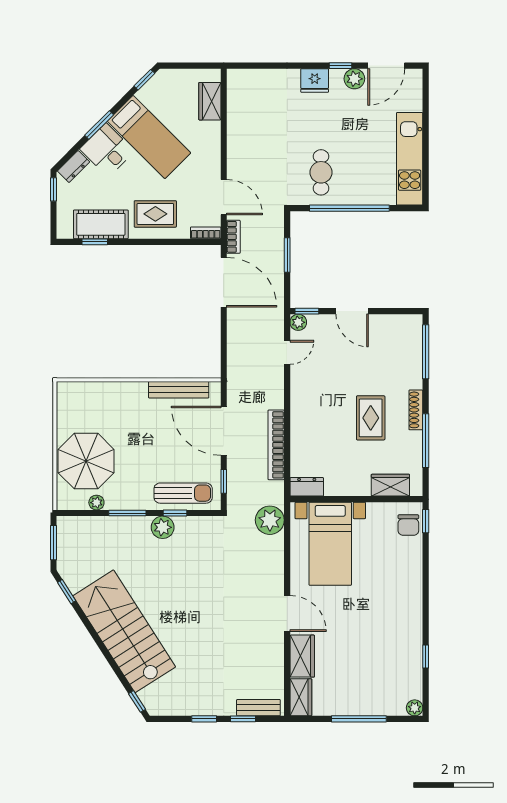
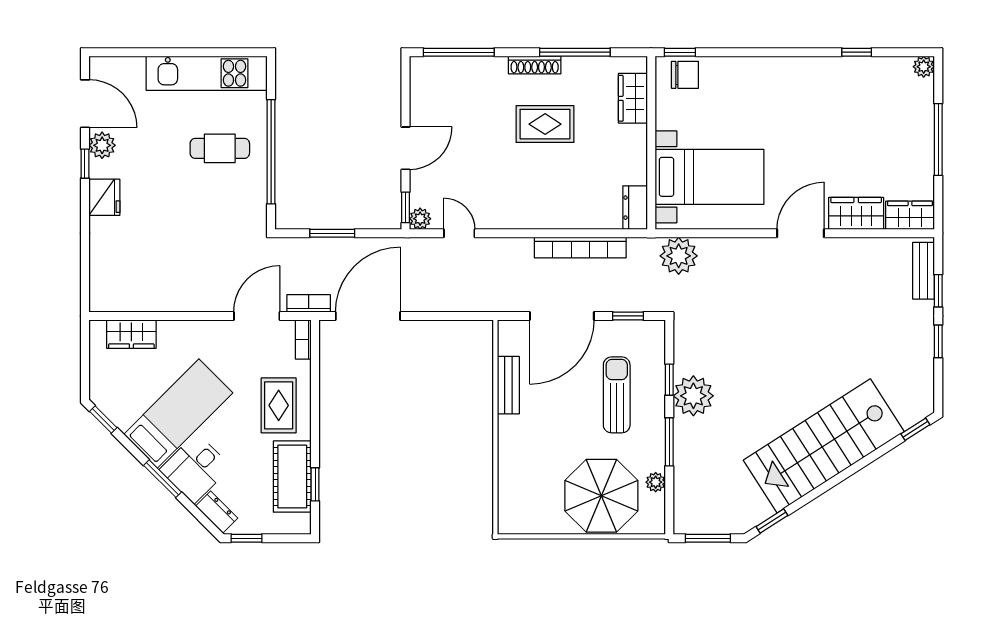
cafe table: (321, 172) -> (220, 148), moved
bench: (179, 390) -> (508, 385), width x0.73
sun lounger: (183, 493) -> (617, 395), moved
plant: (163, 527) -> (693, 396), width x1.36, depth x1.36

